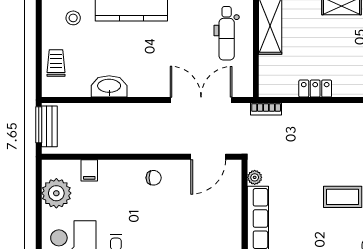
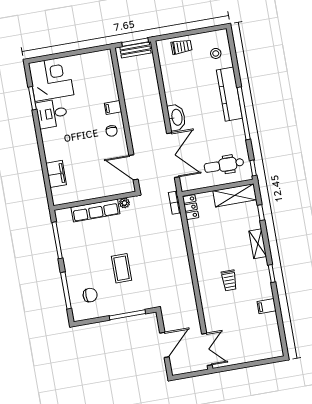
washbasin: (109, 86) -> (177, 117), moved
locker: (315, 89) -> (191, 207), moved
filing cabinet: (89, 170) -> (113, 108), moved
plant: (56, 193) -> (88, 63), removed

